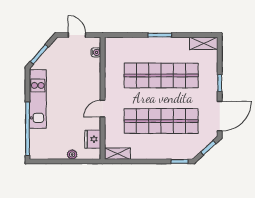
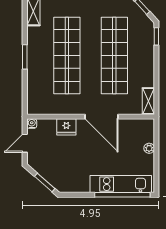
water cooler: (96, 52) -> (32, 124), moved
kitchen unit: (38, 99) -> (121, 184), moved
door: (103, 109) -> (101, 117), width x1.87
fridge: (93, 139) -> (66, 127), moved

